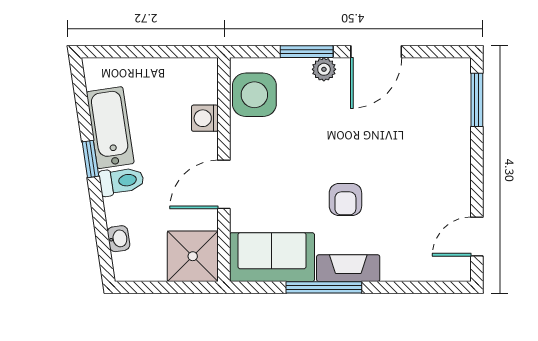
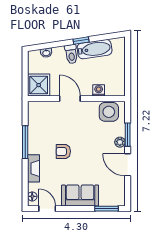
sofa: (272, 257) -> (80, 195), moved, turned -90
fireplace: (348, 268) -> (33, 168), moved
floor lamp: (449, 271) -> (32, 196), added

